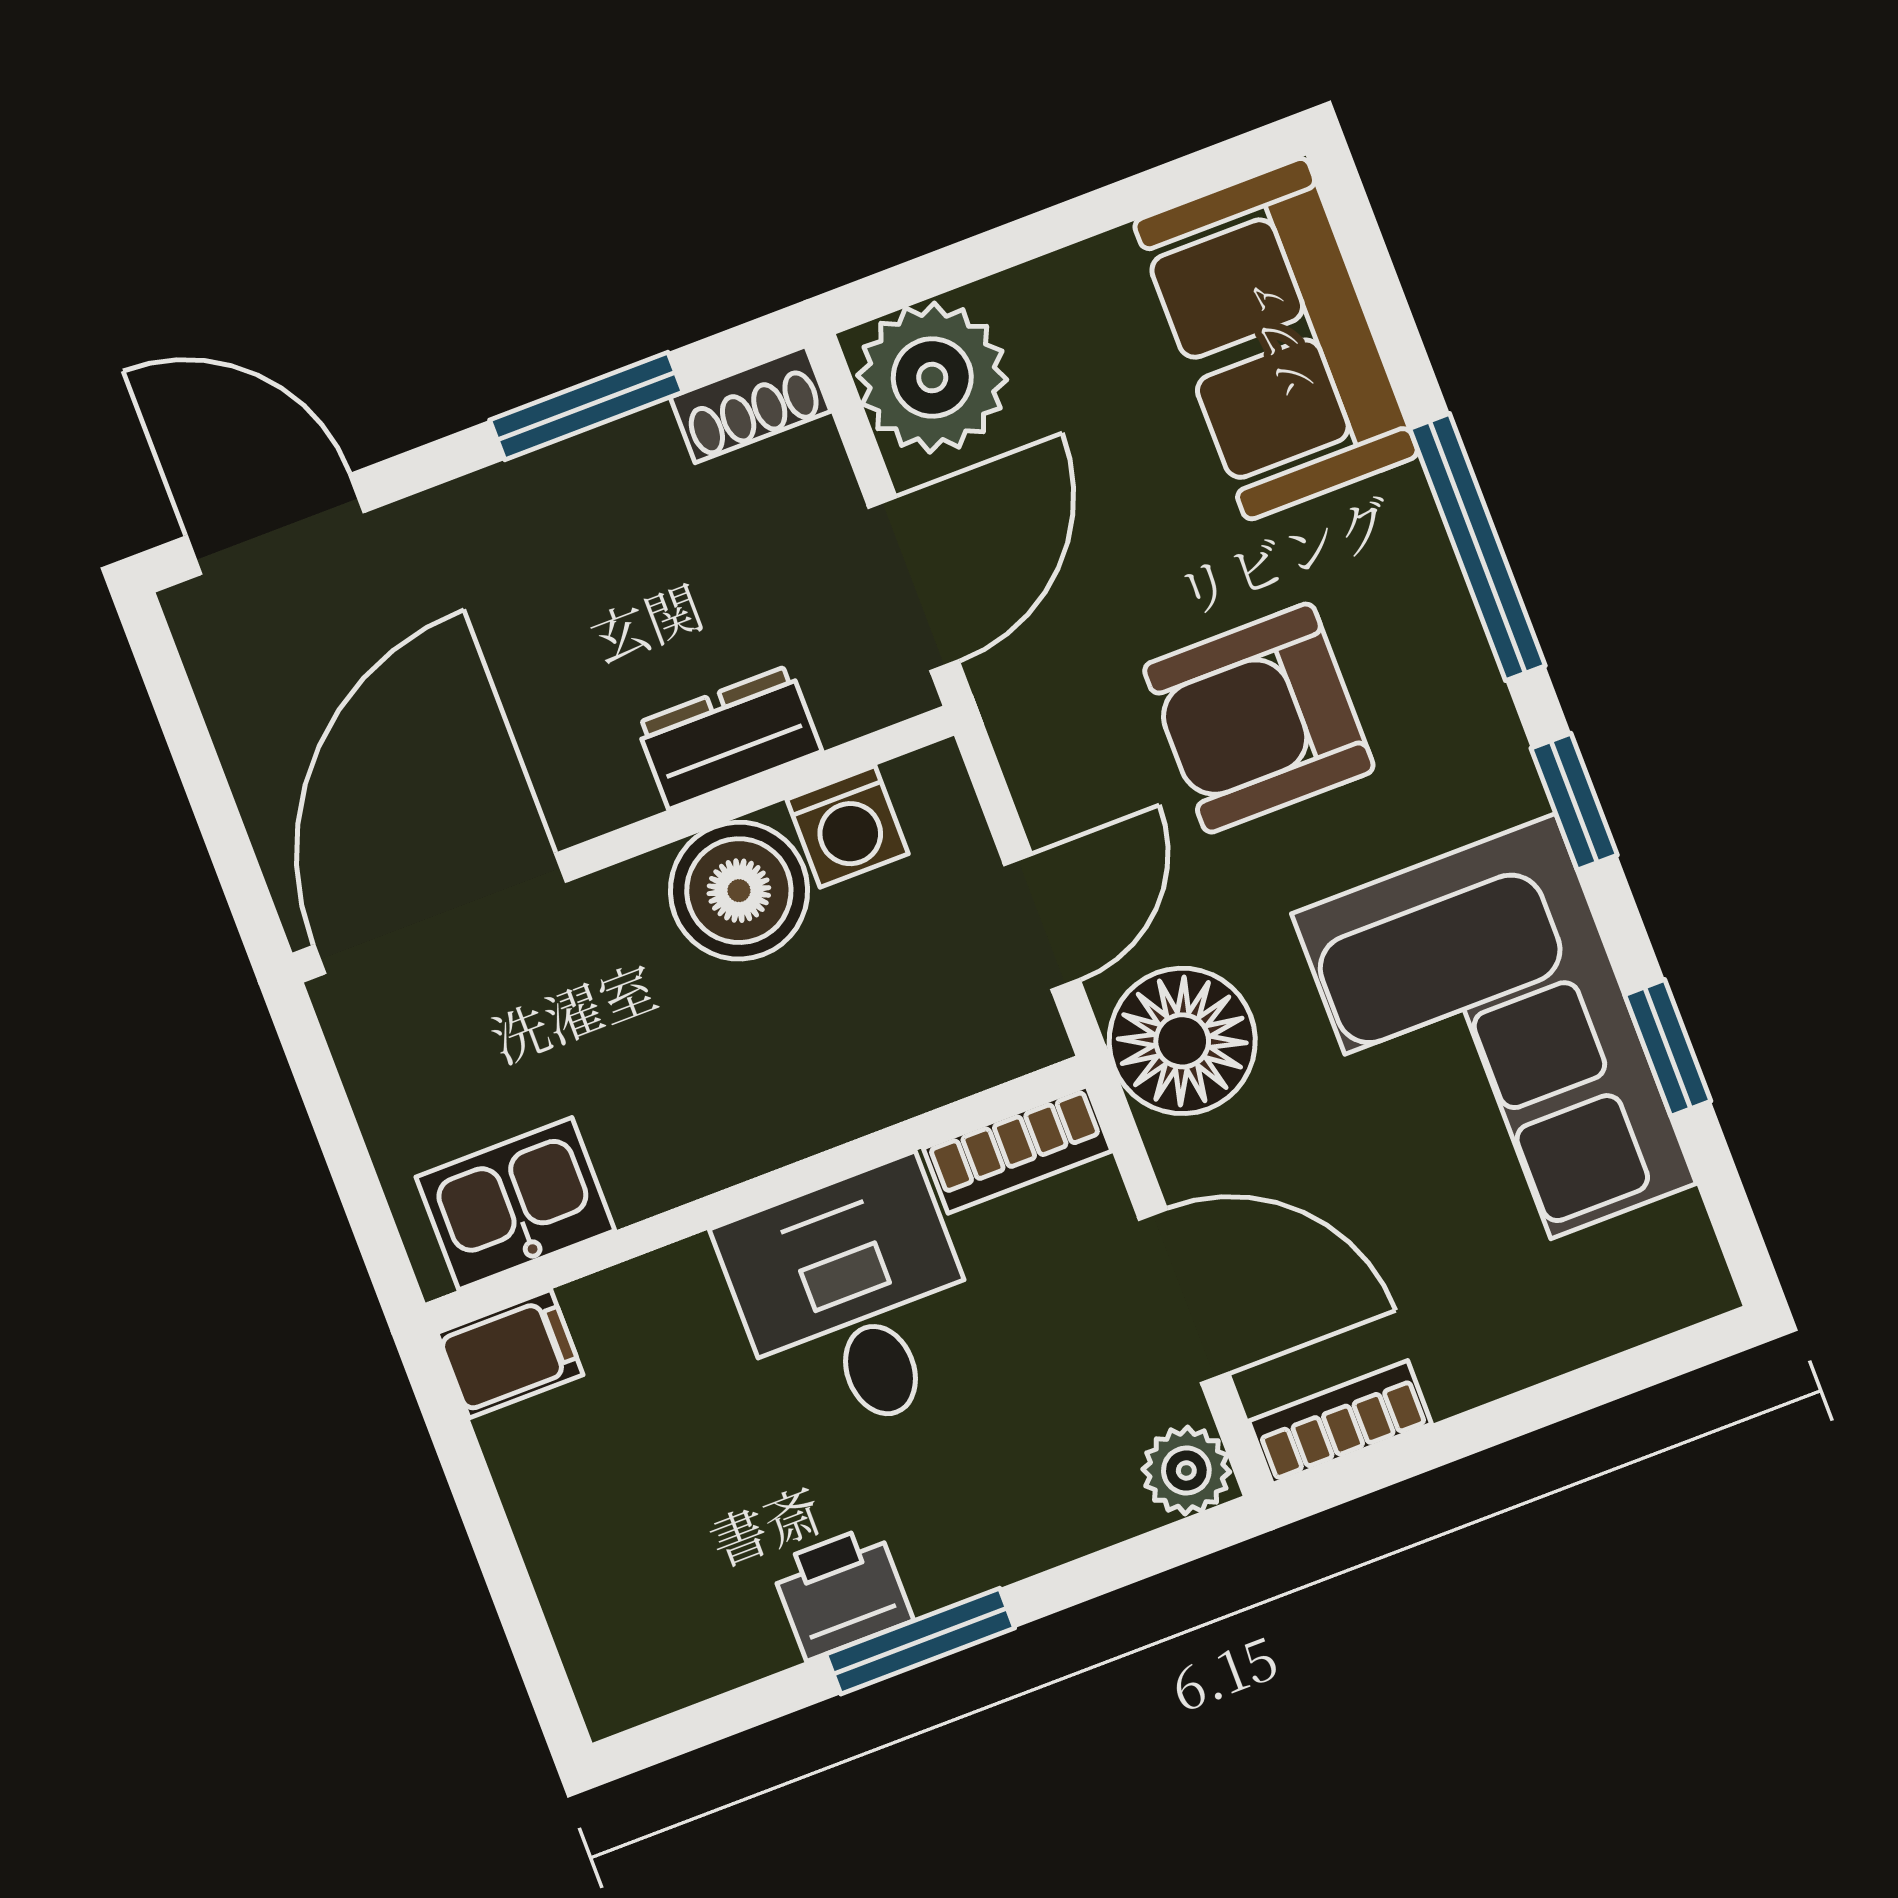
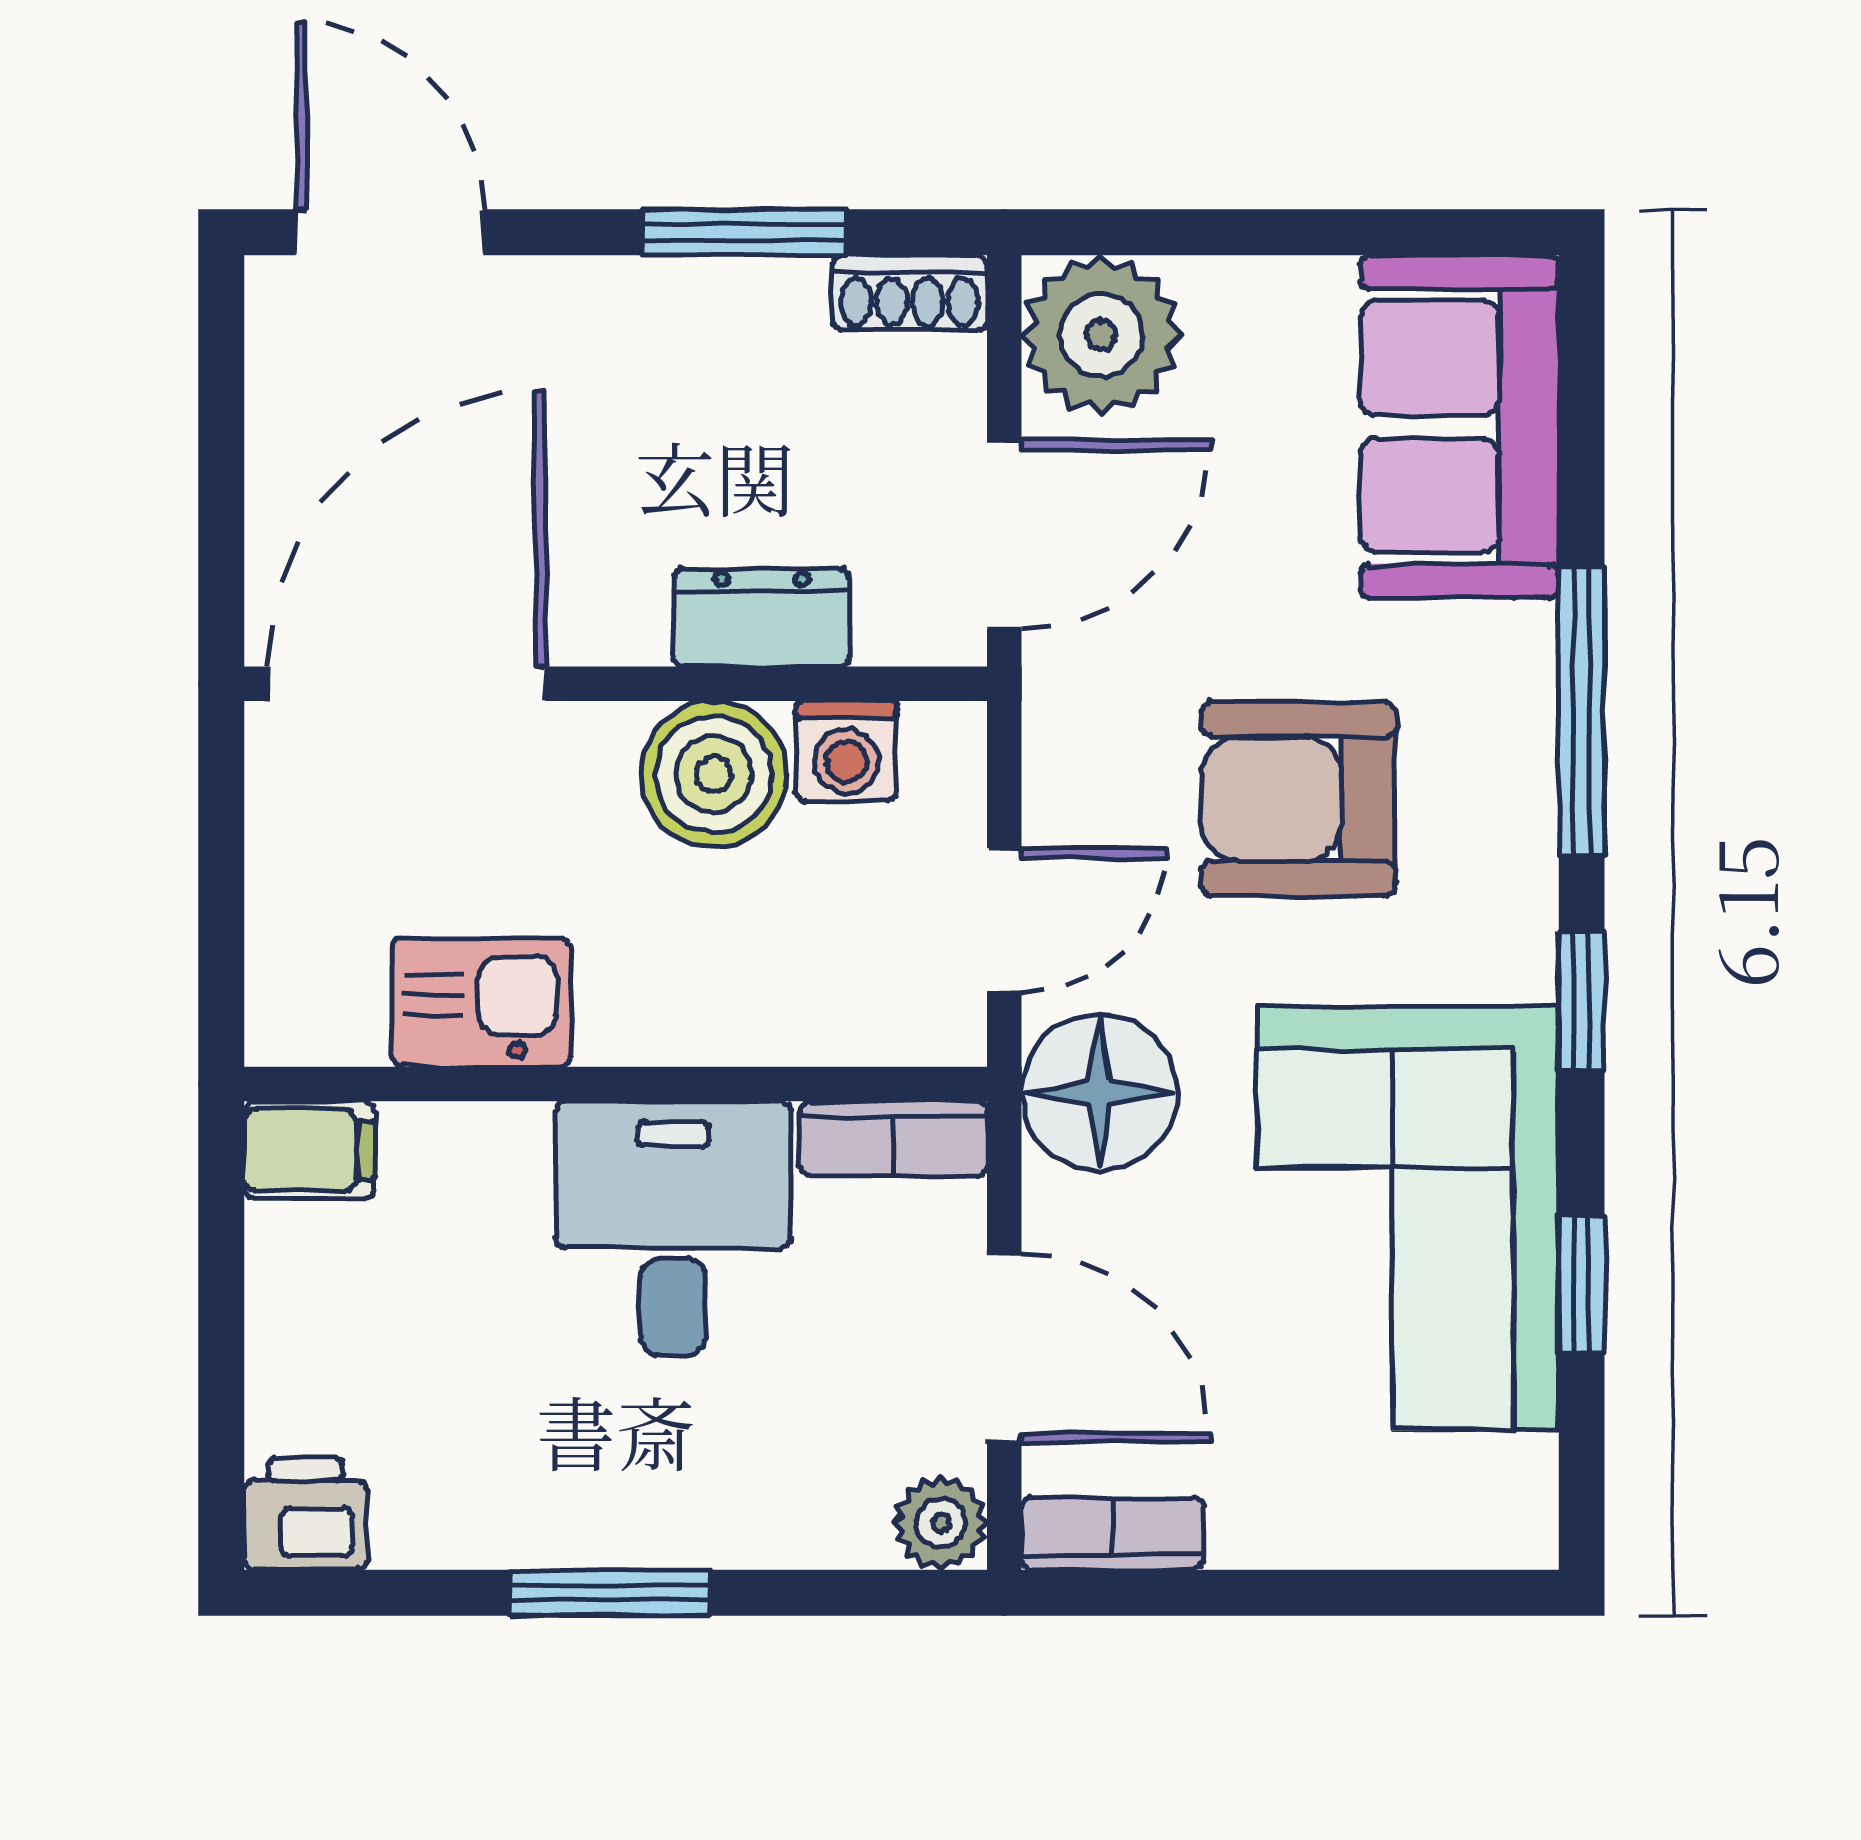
kitchen sink: (515, 1204) -> (482, 1002), moved
printer: (842, 1592) -> (305, 1514), moved

